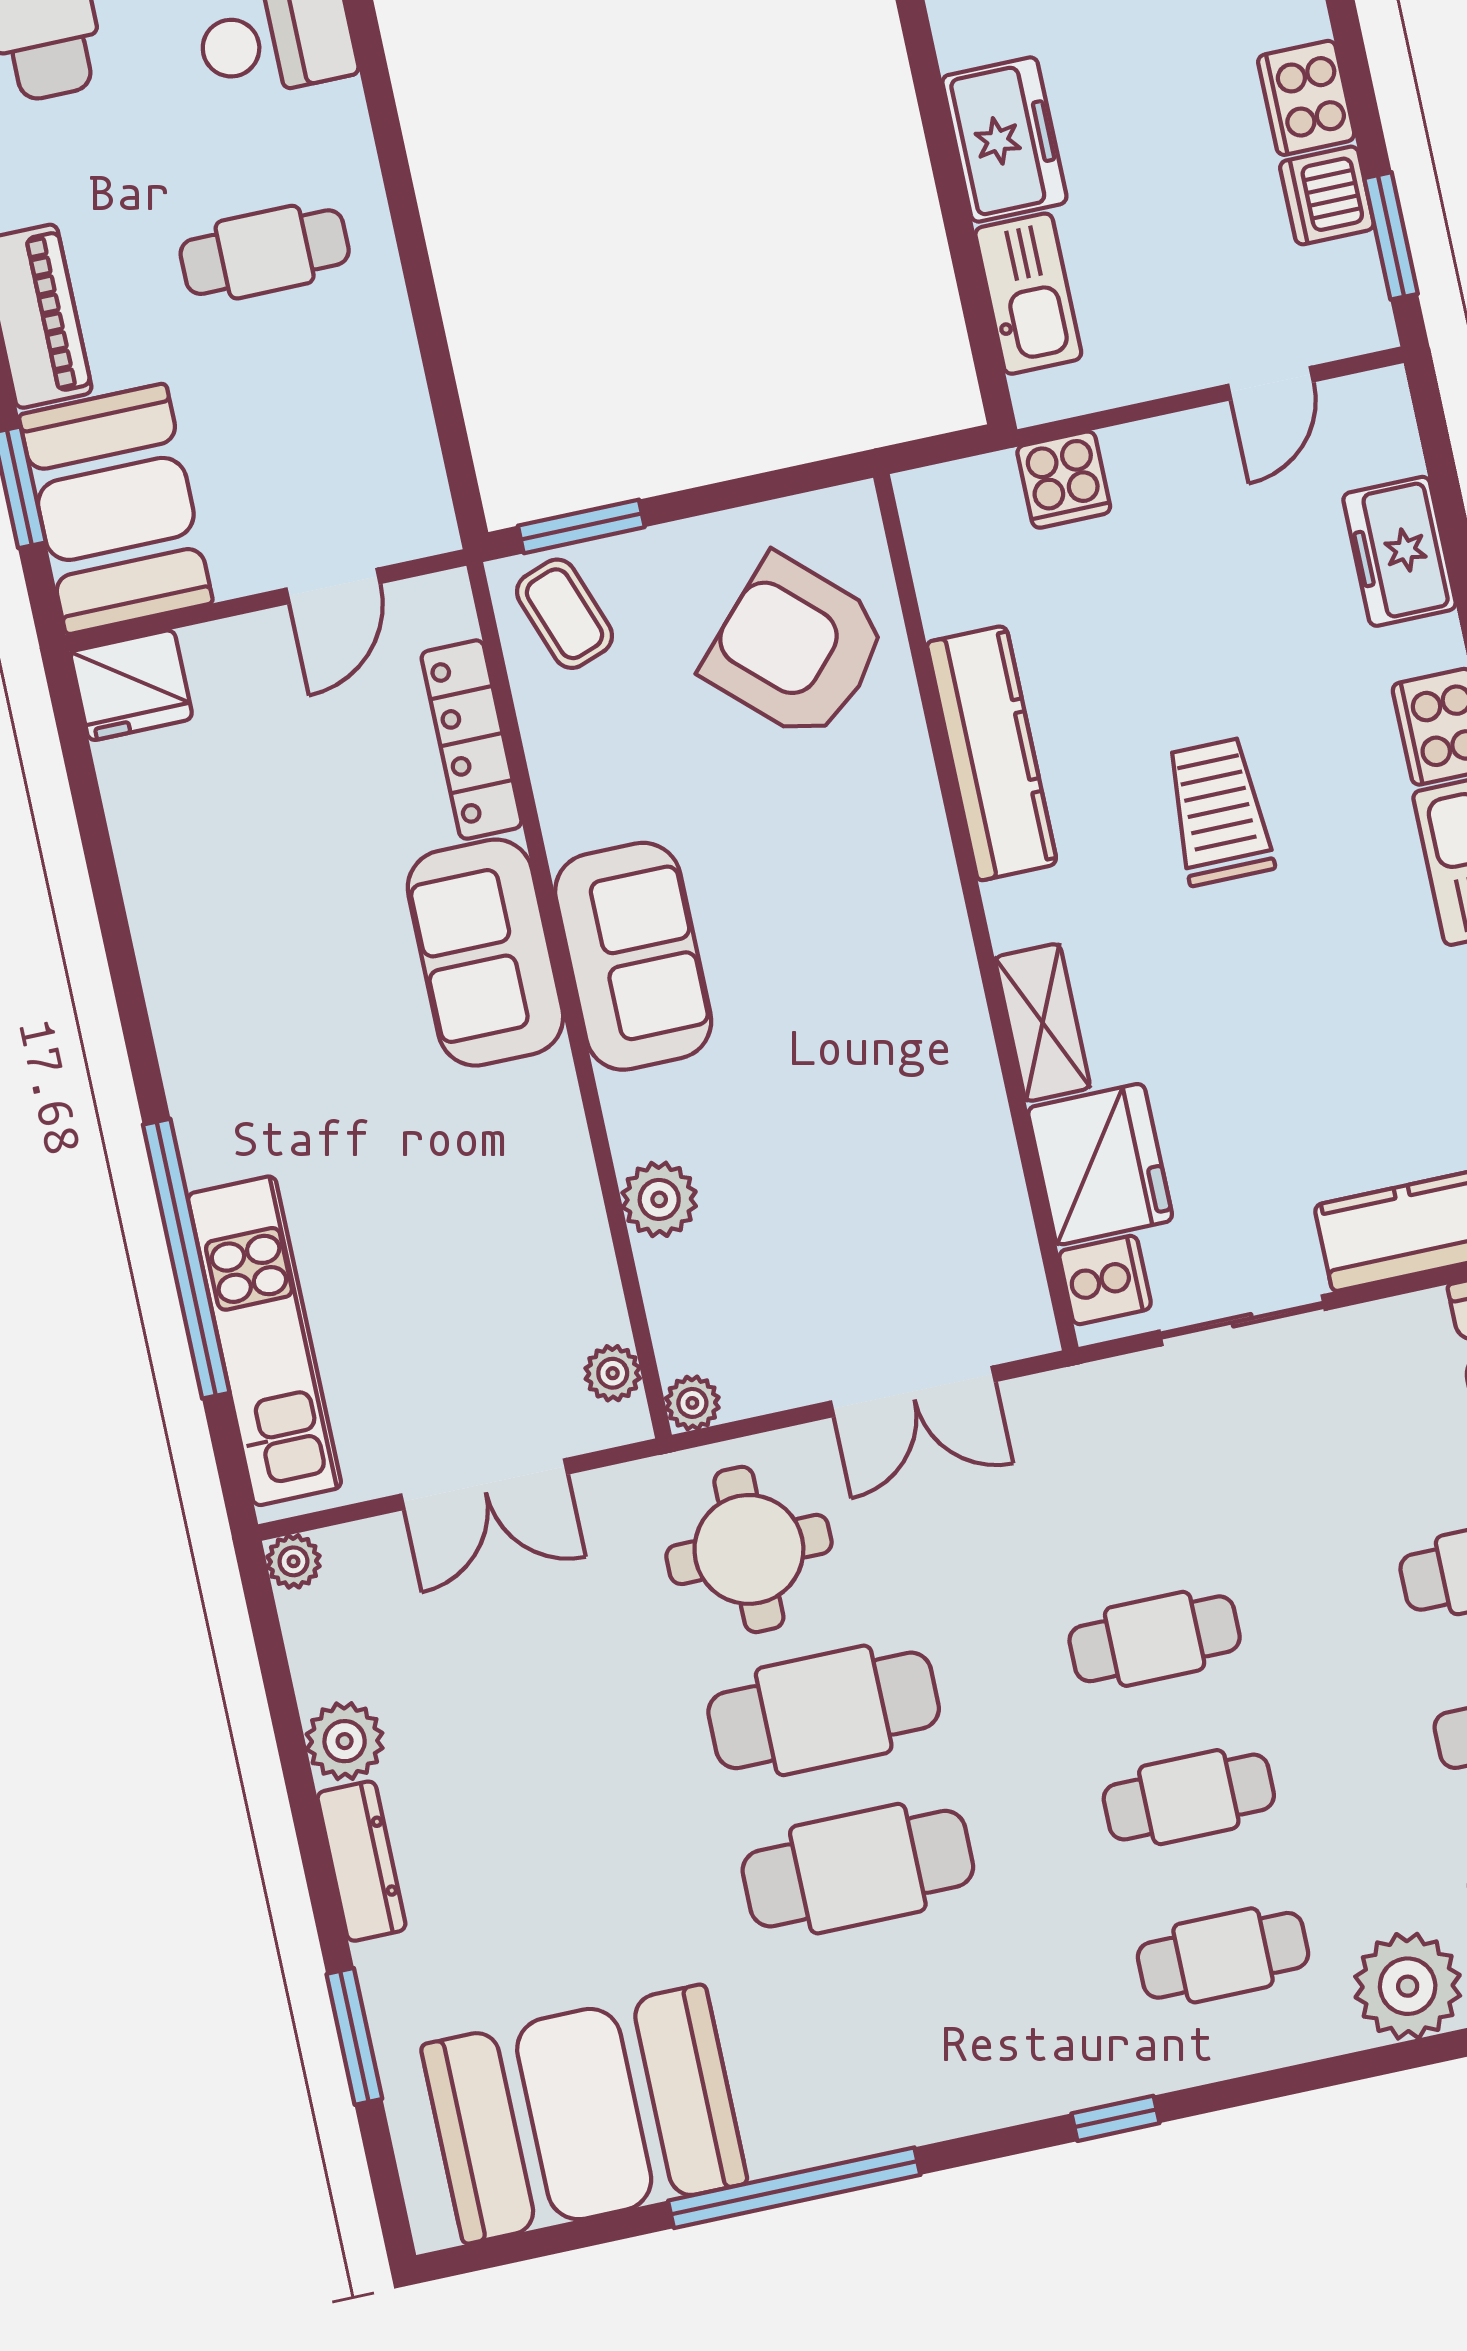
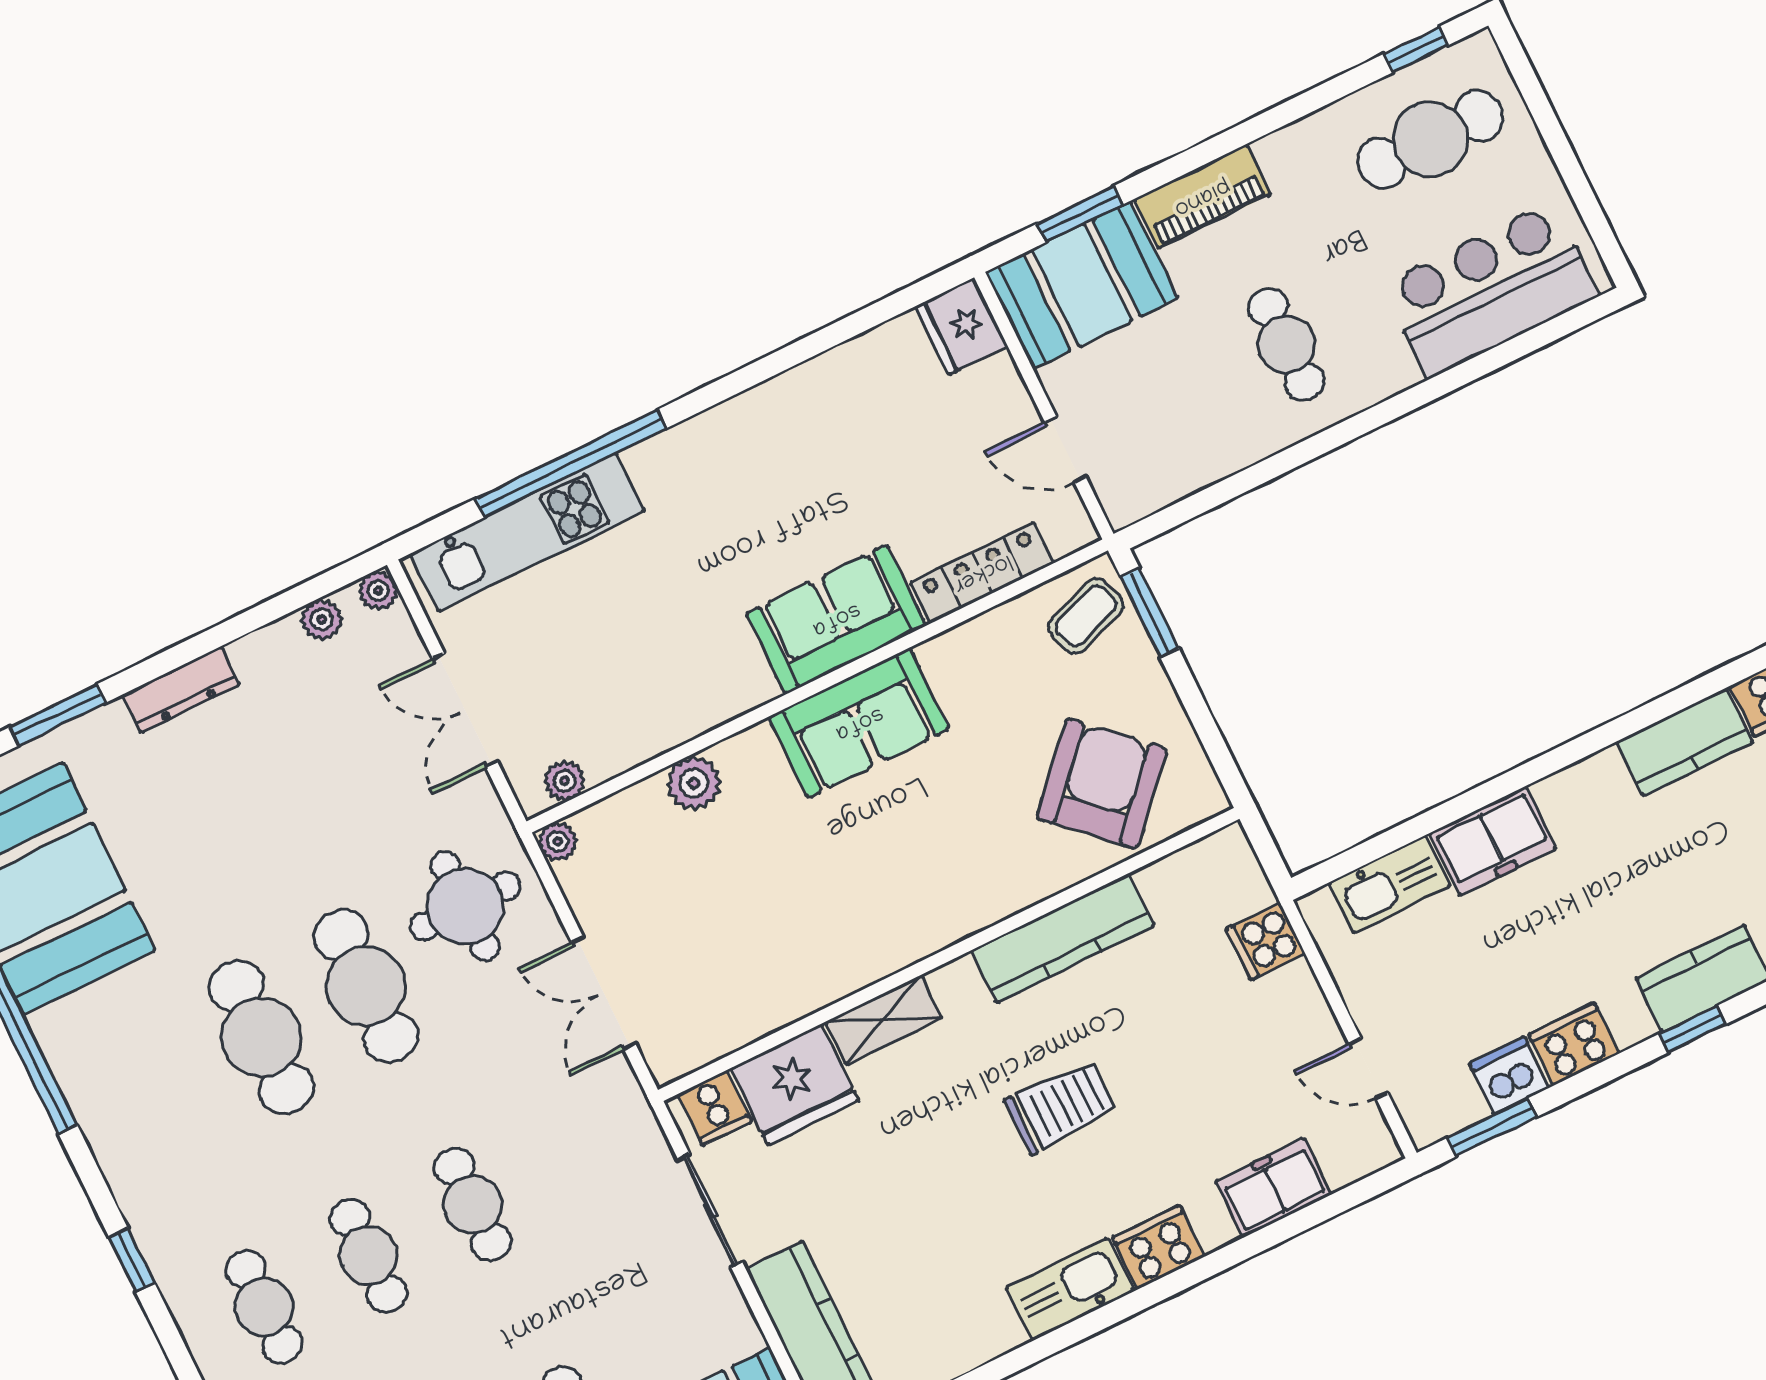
plant: (345, 1741) -> (322, 619), moved, width x0.73, depth x0.73

